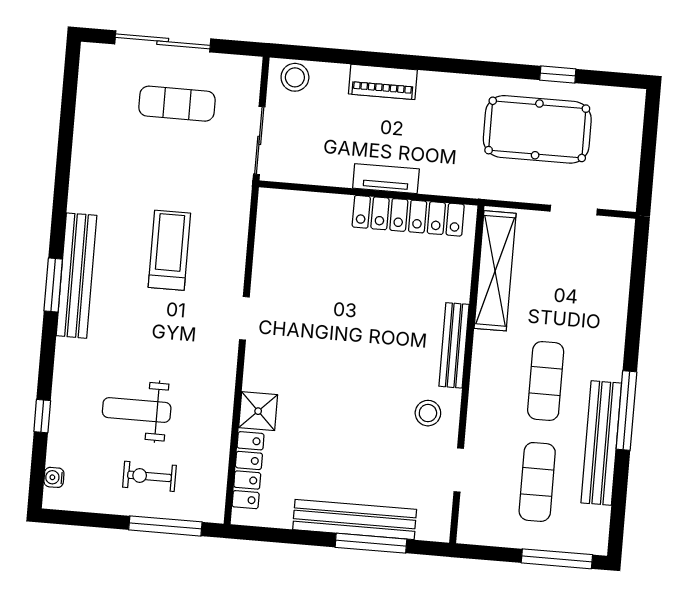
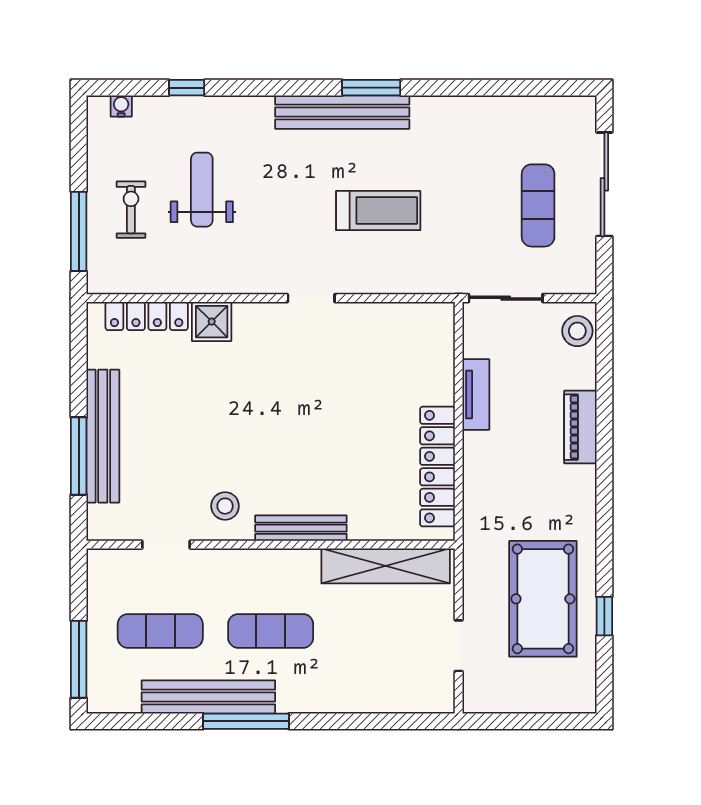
tv unit: (386, 179) -> (476, 394), moved
window: (53, 285) -> (371, 88), moved

